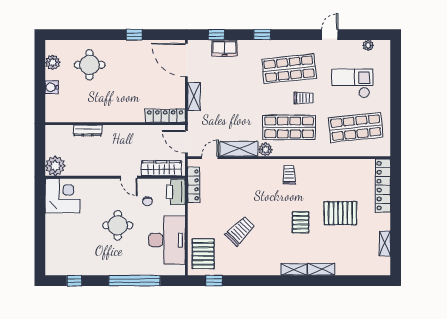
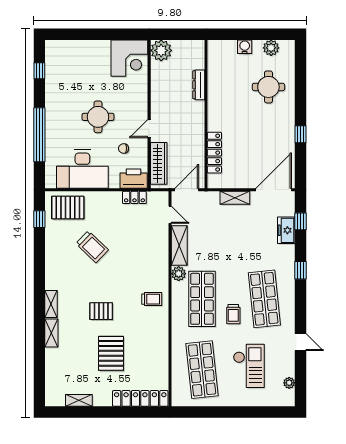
locker: (165, 116) -> (214, 153), moved
locker: (194, 185) -> (134, 197), width x0.66

